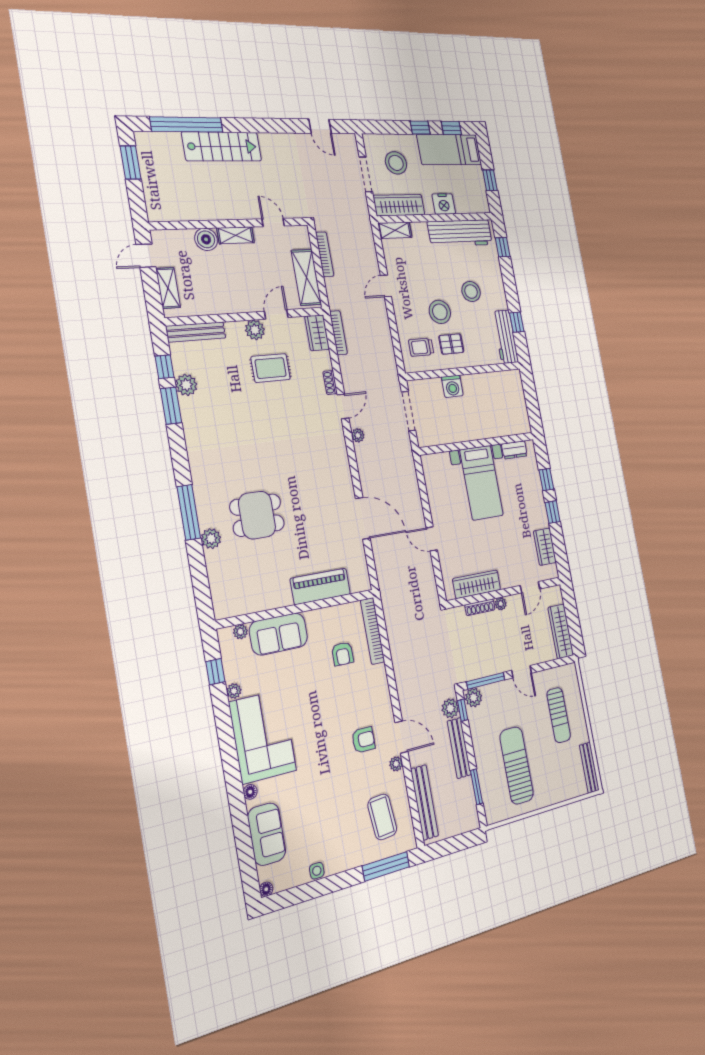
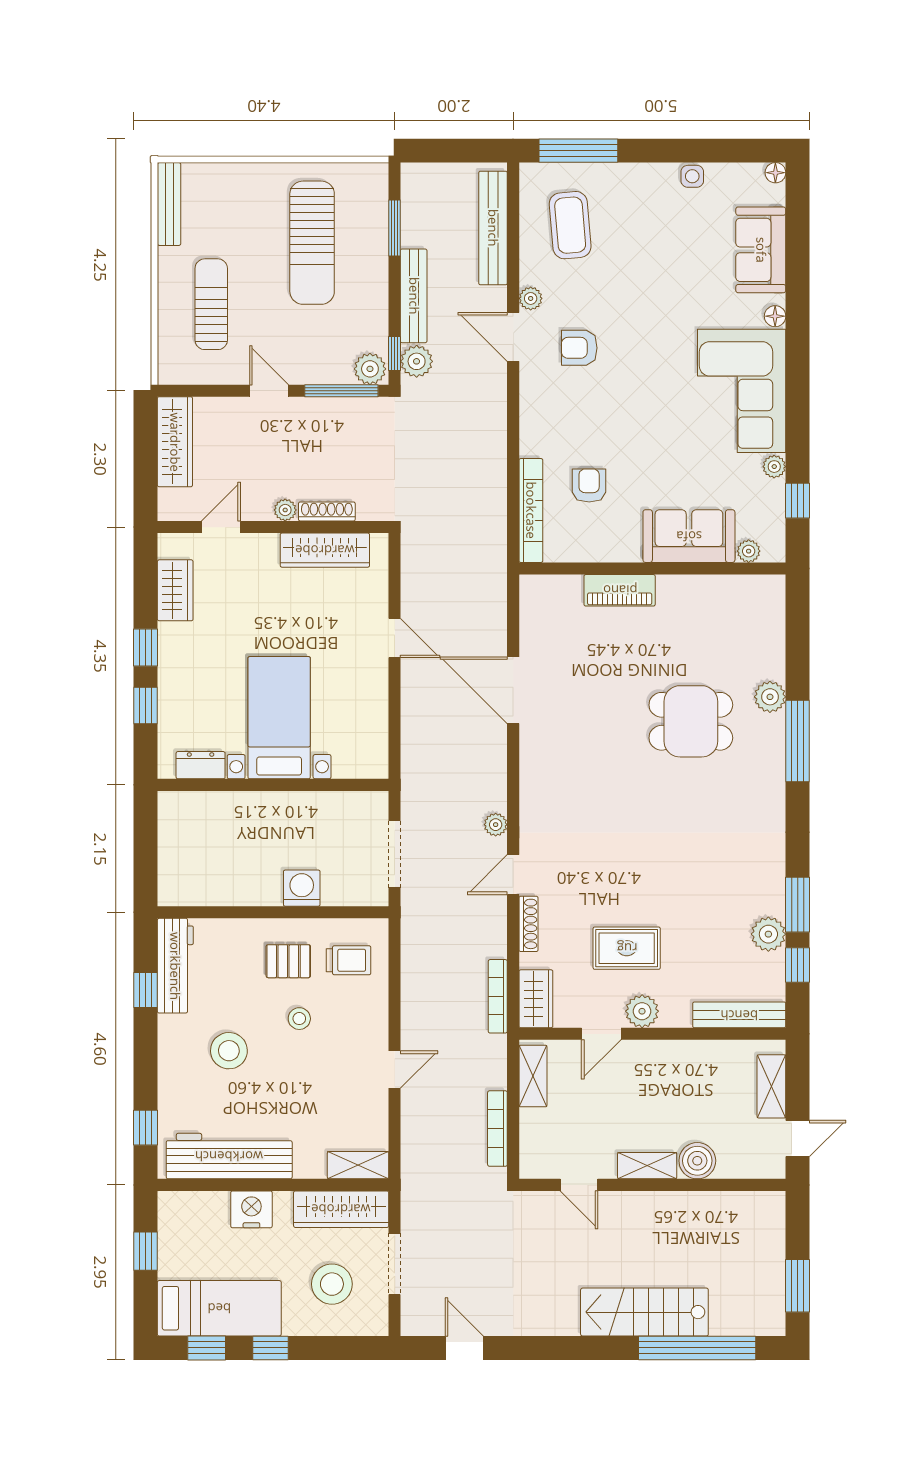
shelving: (306, 277) -> (533, 1076), width x0.67, depth x0.75
stool: (440, 312) -> (299, 1019), width x0.53, depth x0.53
shoe rack: (330, 383) -> (528, 924), width x1.43
piano: (320, 586) -> (620, 590), width x0.73, depth x0.75

